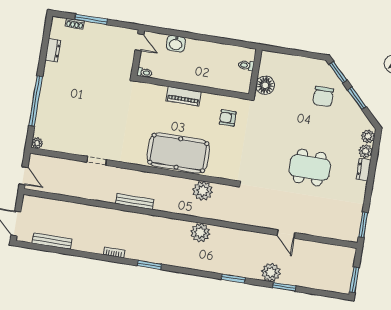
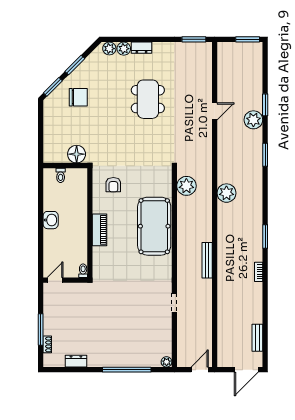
washbasin: (176, 44) -> (51, 220), moved
plant: (203, 191) -> (186, 186), moved
bench: (52, 241) -> (257, 338), width x0.73

